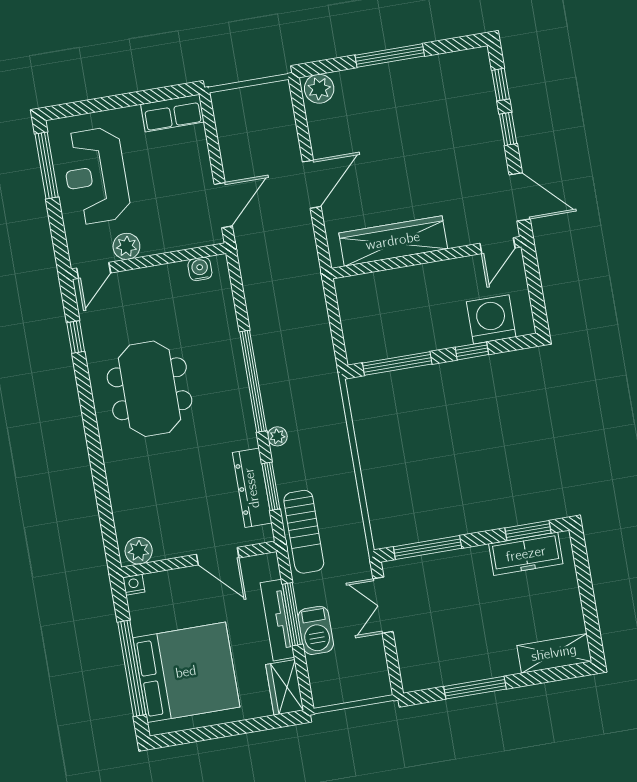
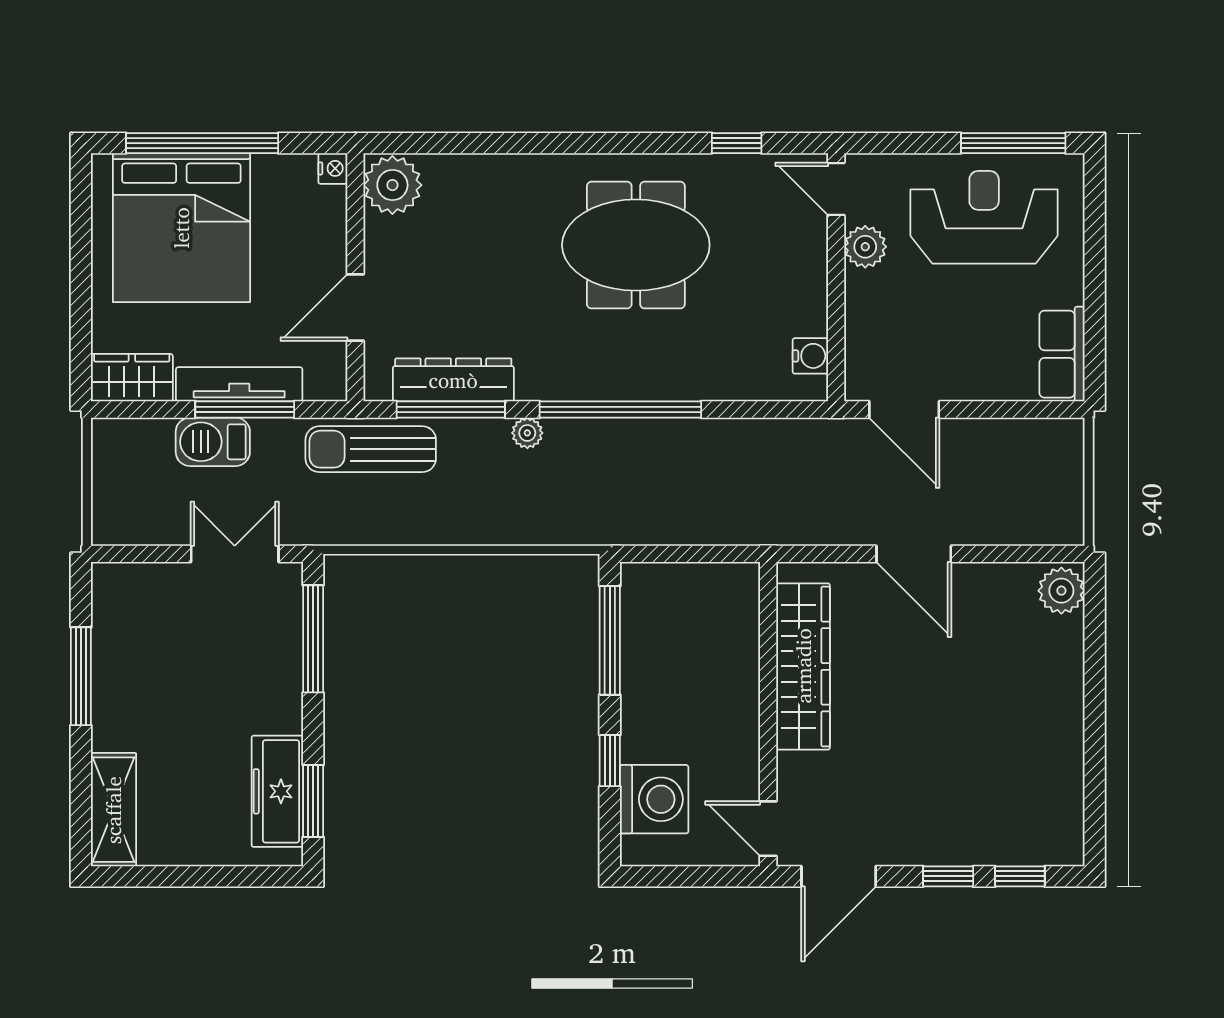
window: (390, 56) -> (1095, 710), removed
window: (271, 486) -> (451, 410), width x1.44
plant: (139, 551) -> (392, 185), width x1.36, depth x1.36

